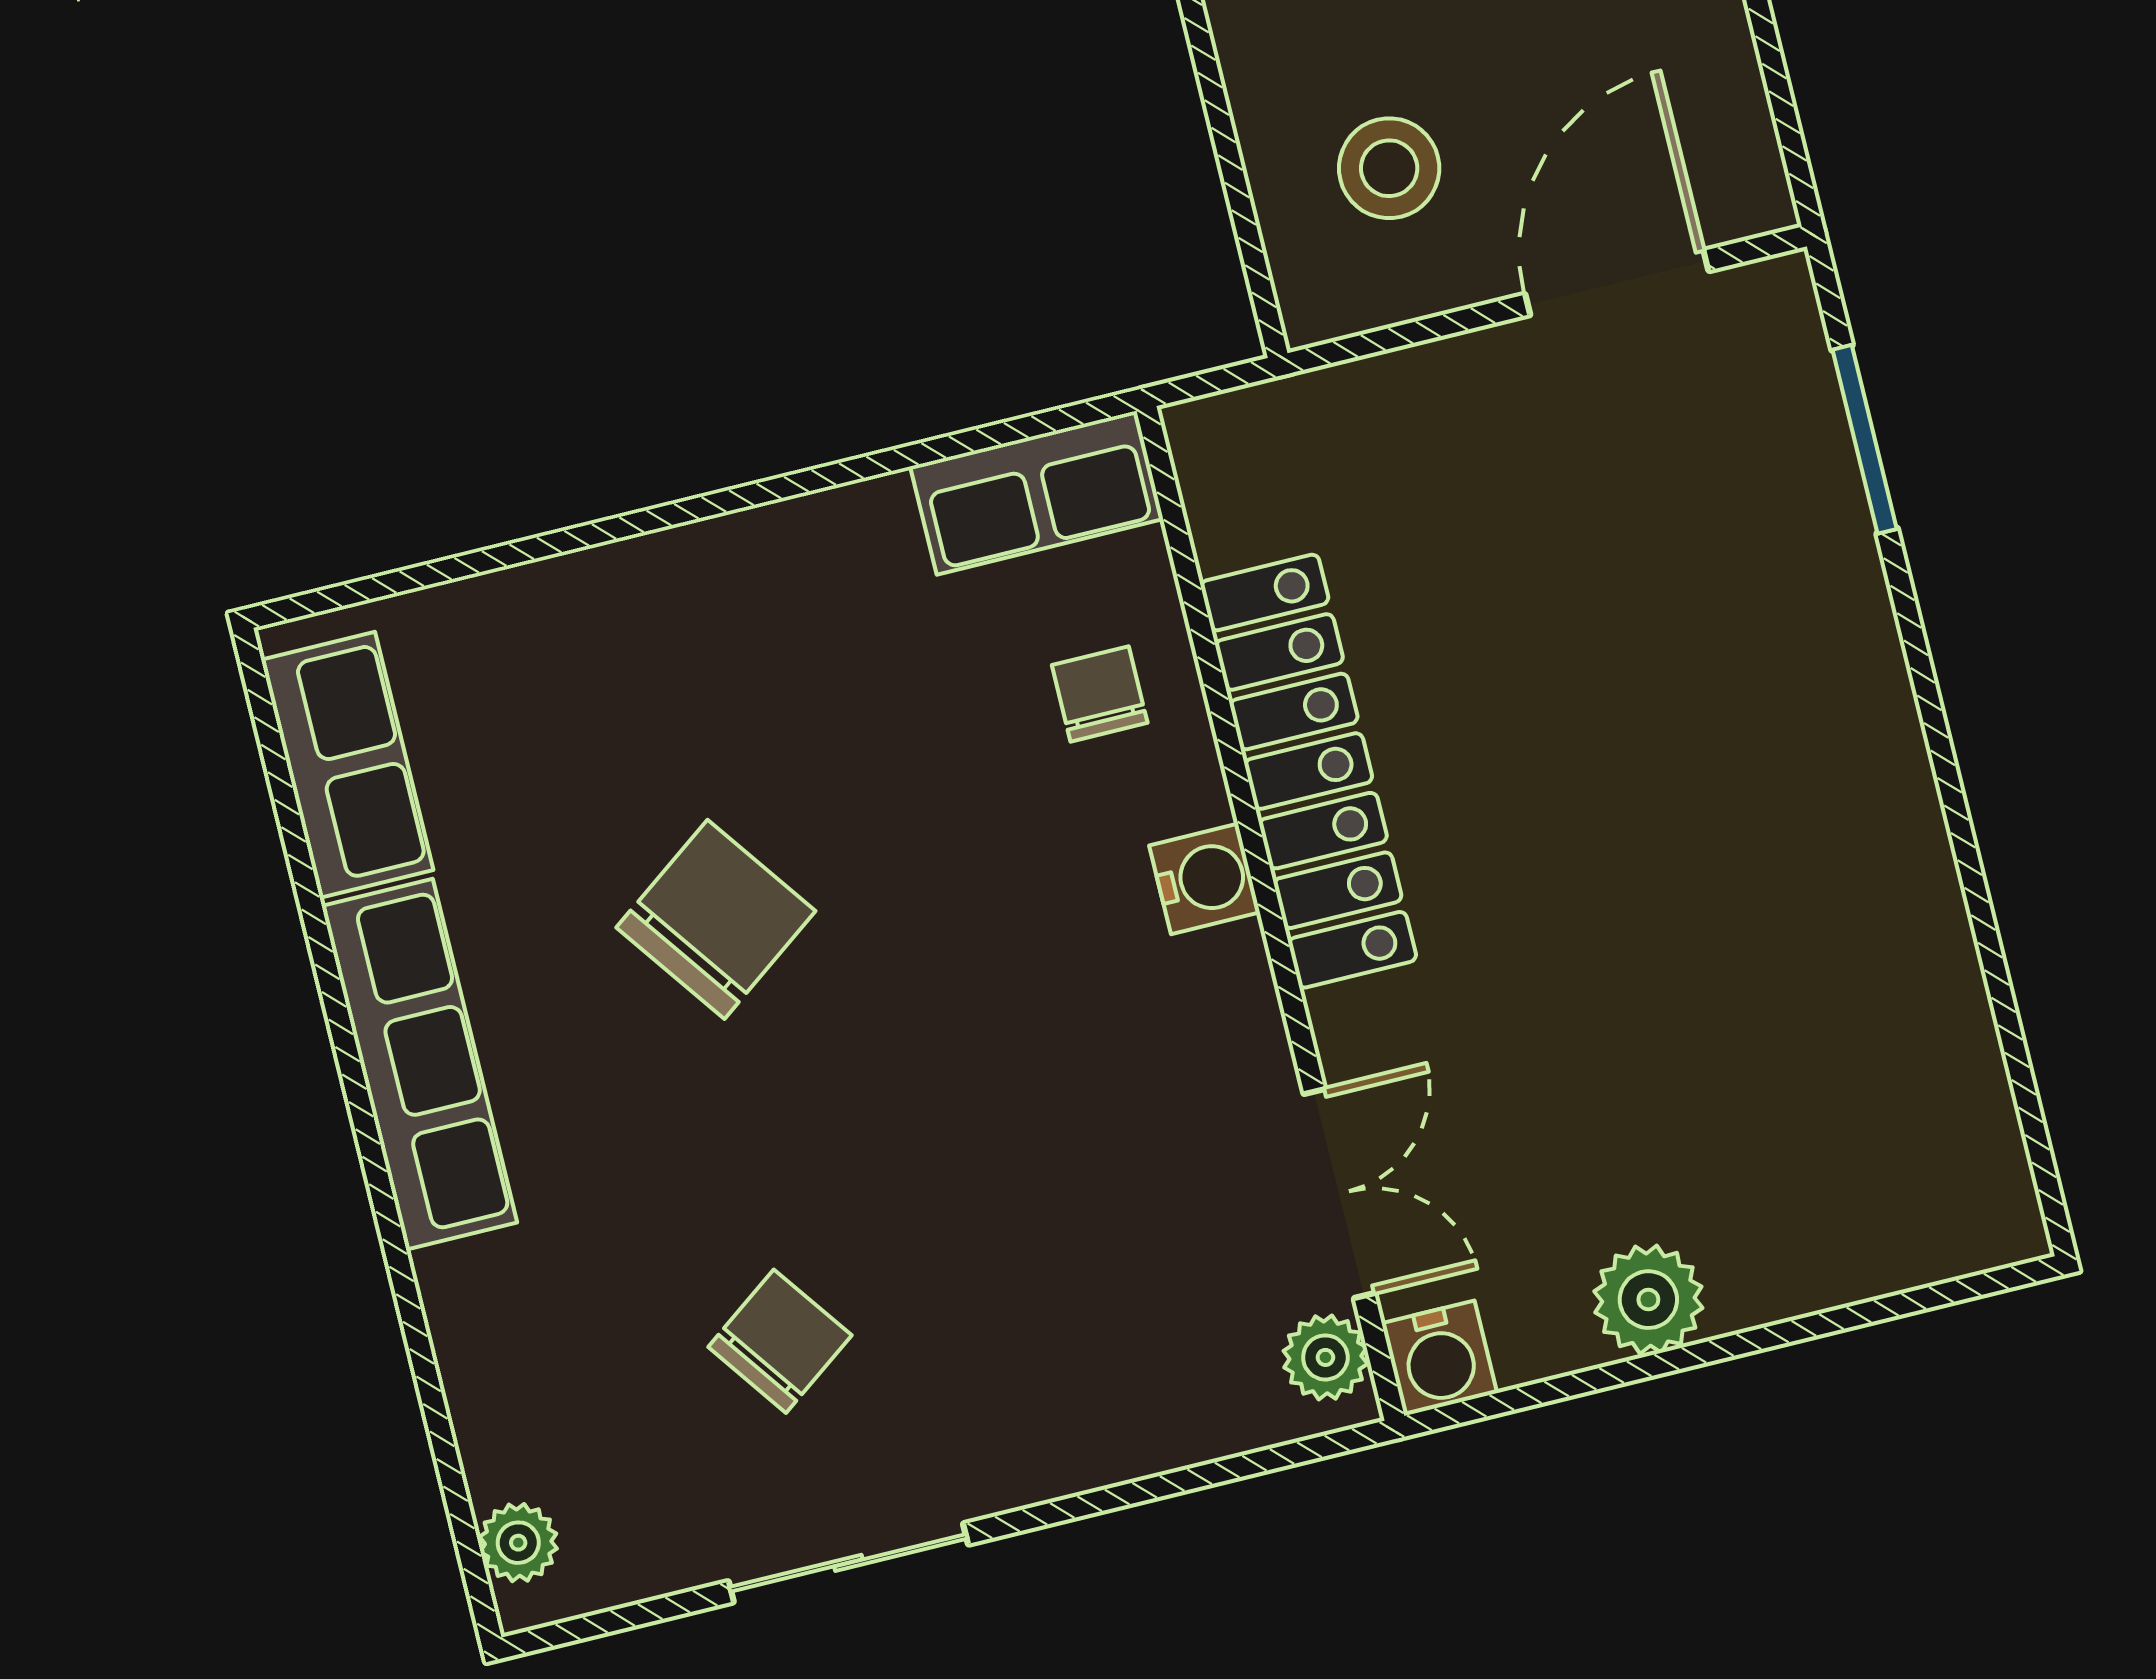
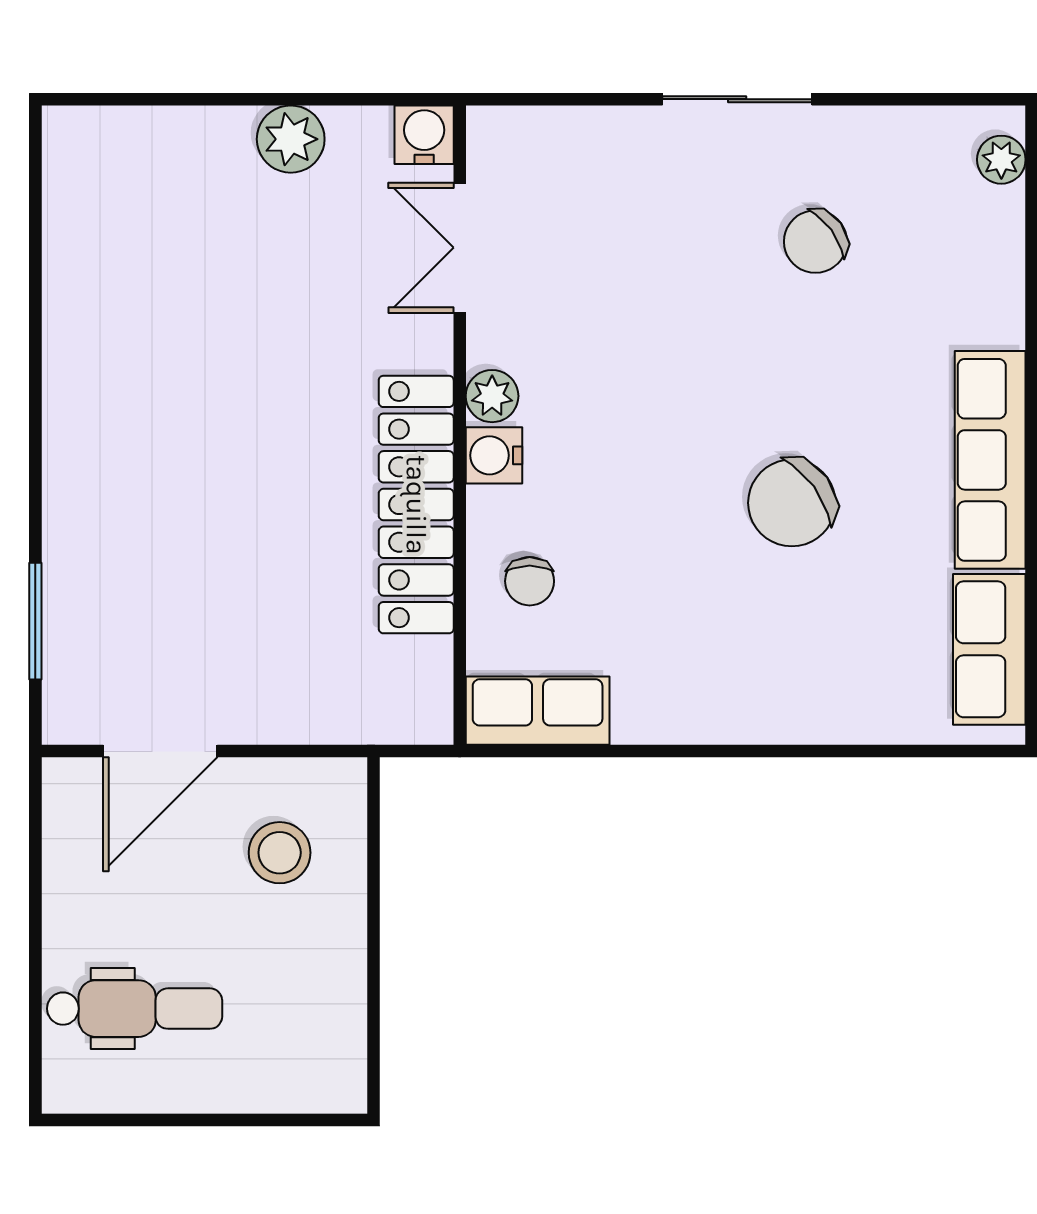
plant: (1325, 1357) -> (492, 396), moved
sliding door: (848, 1563) -> (737, 99), moved

